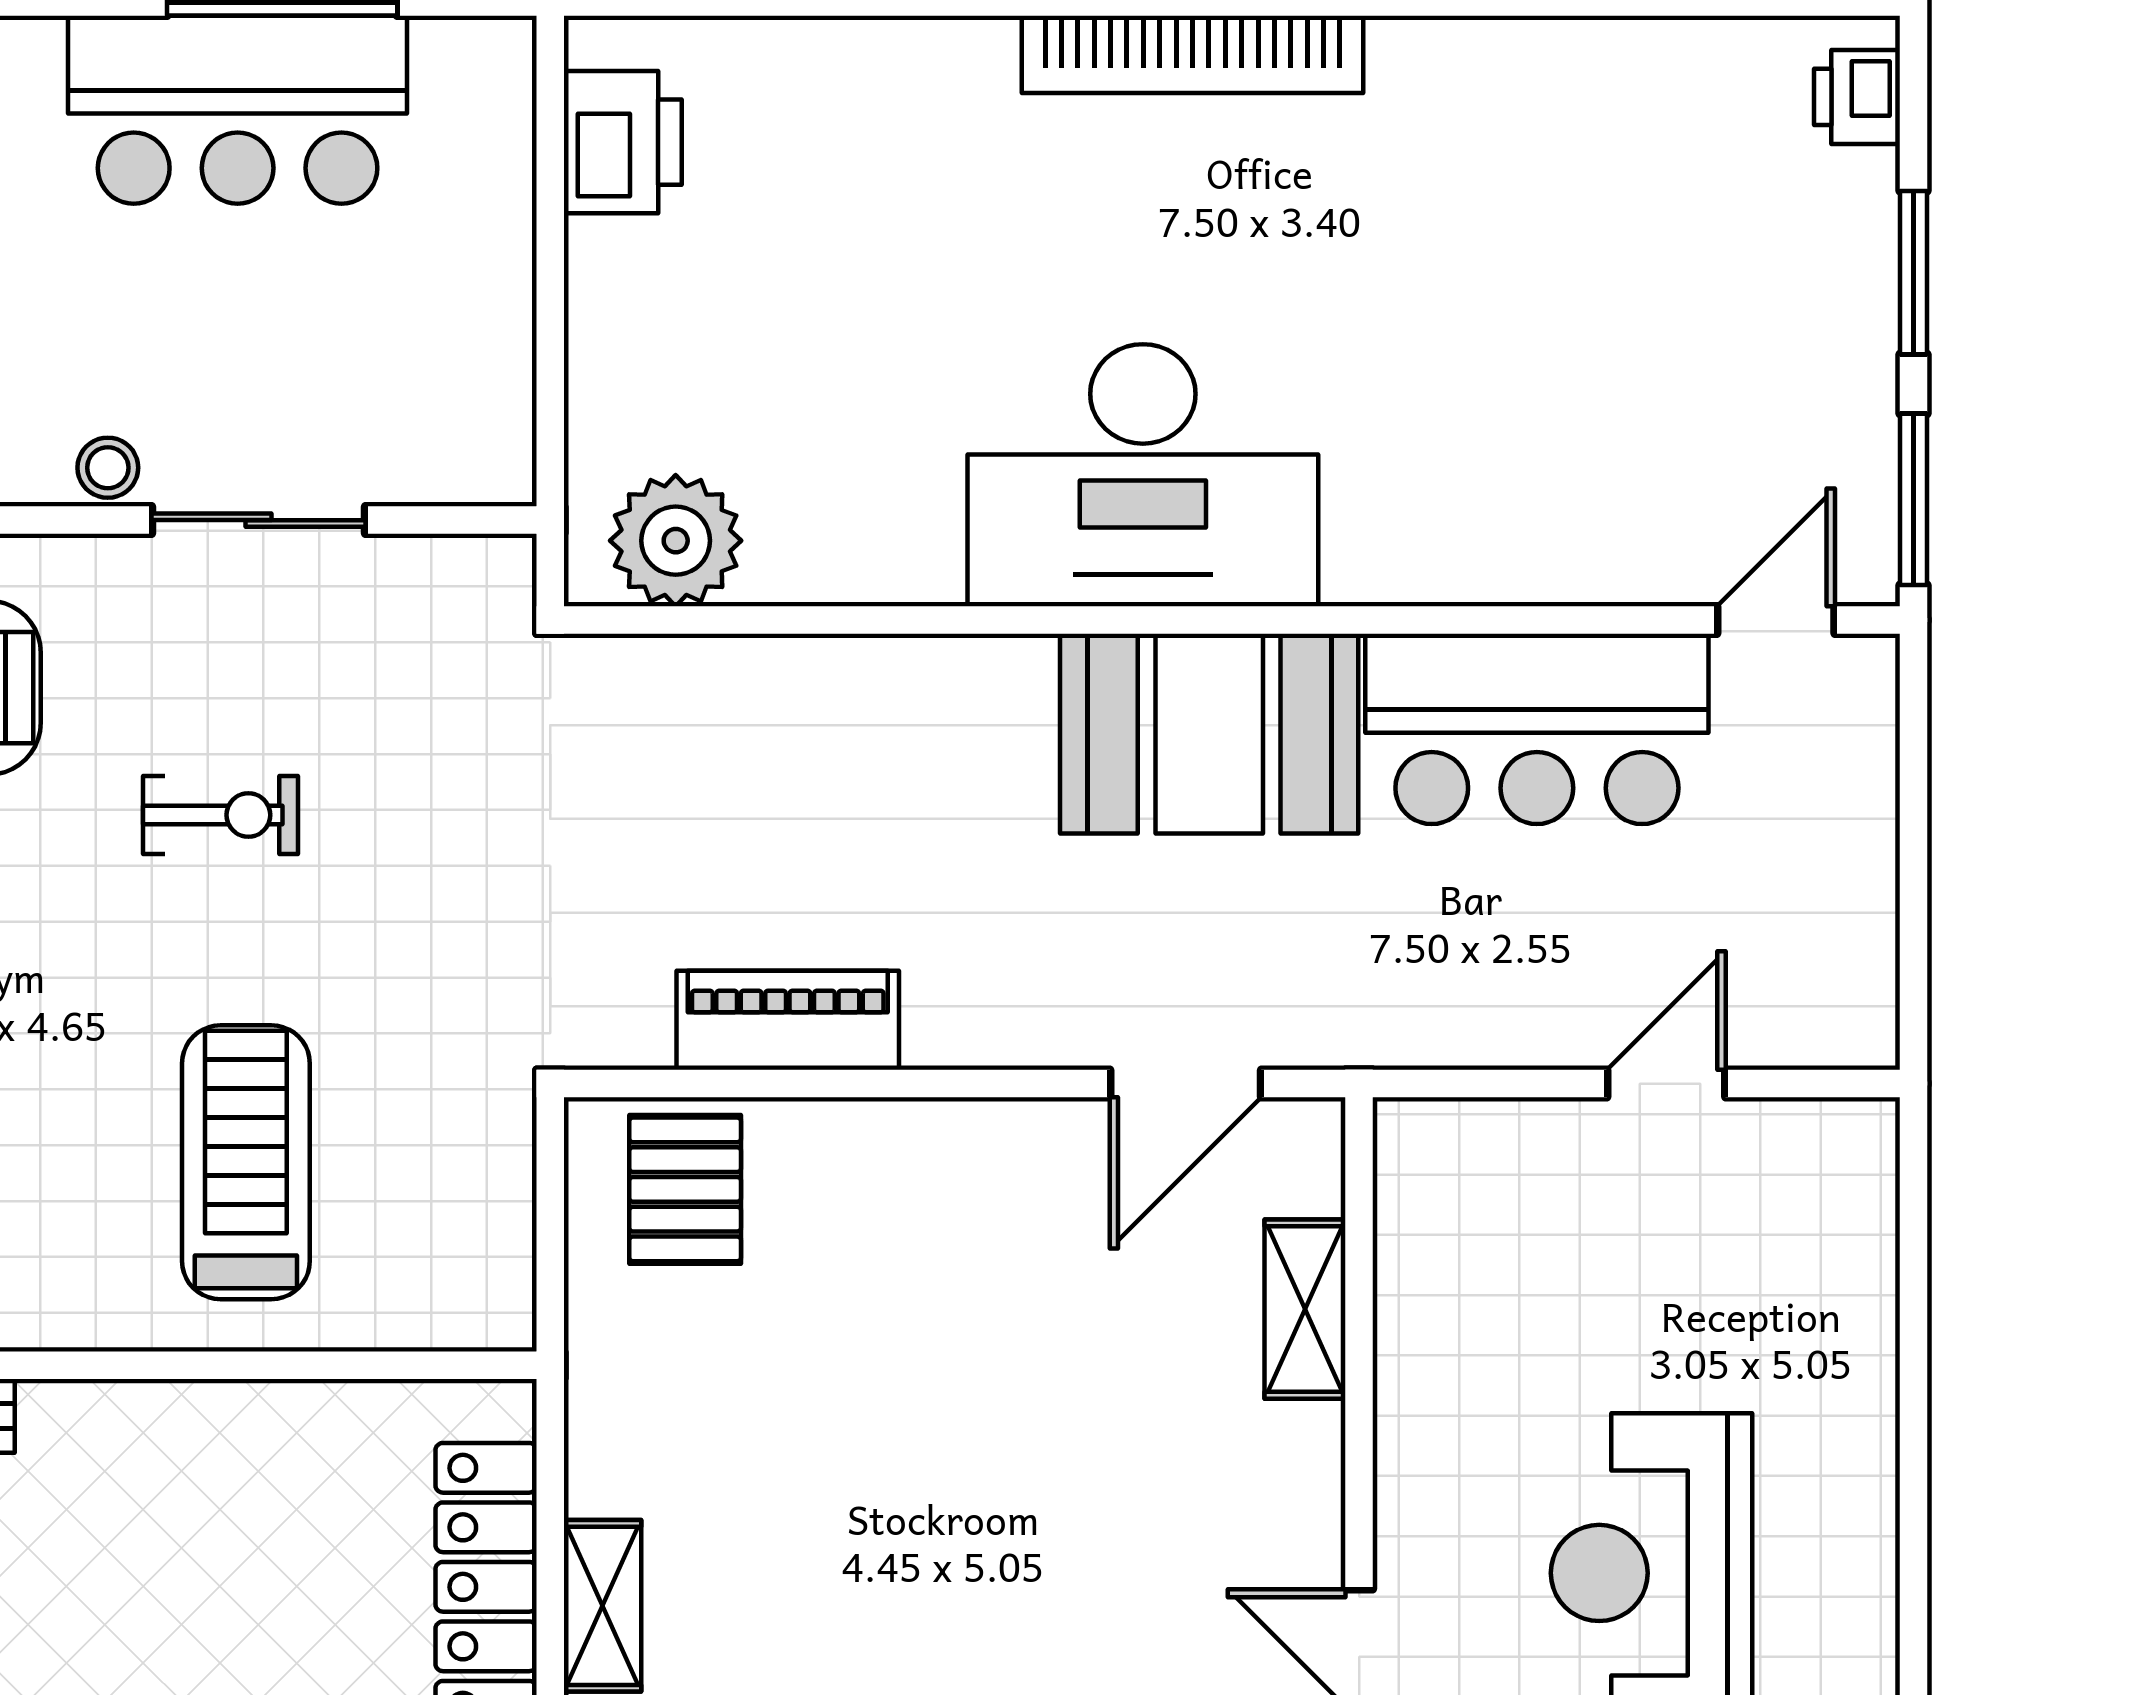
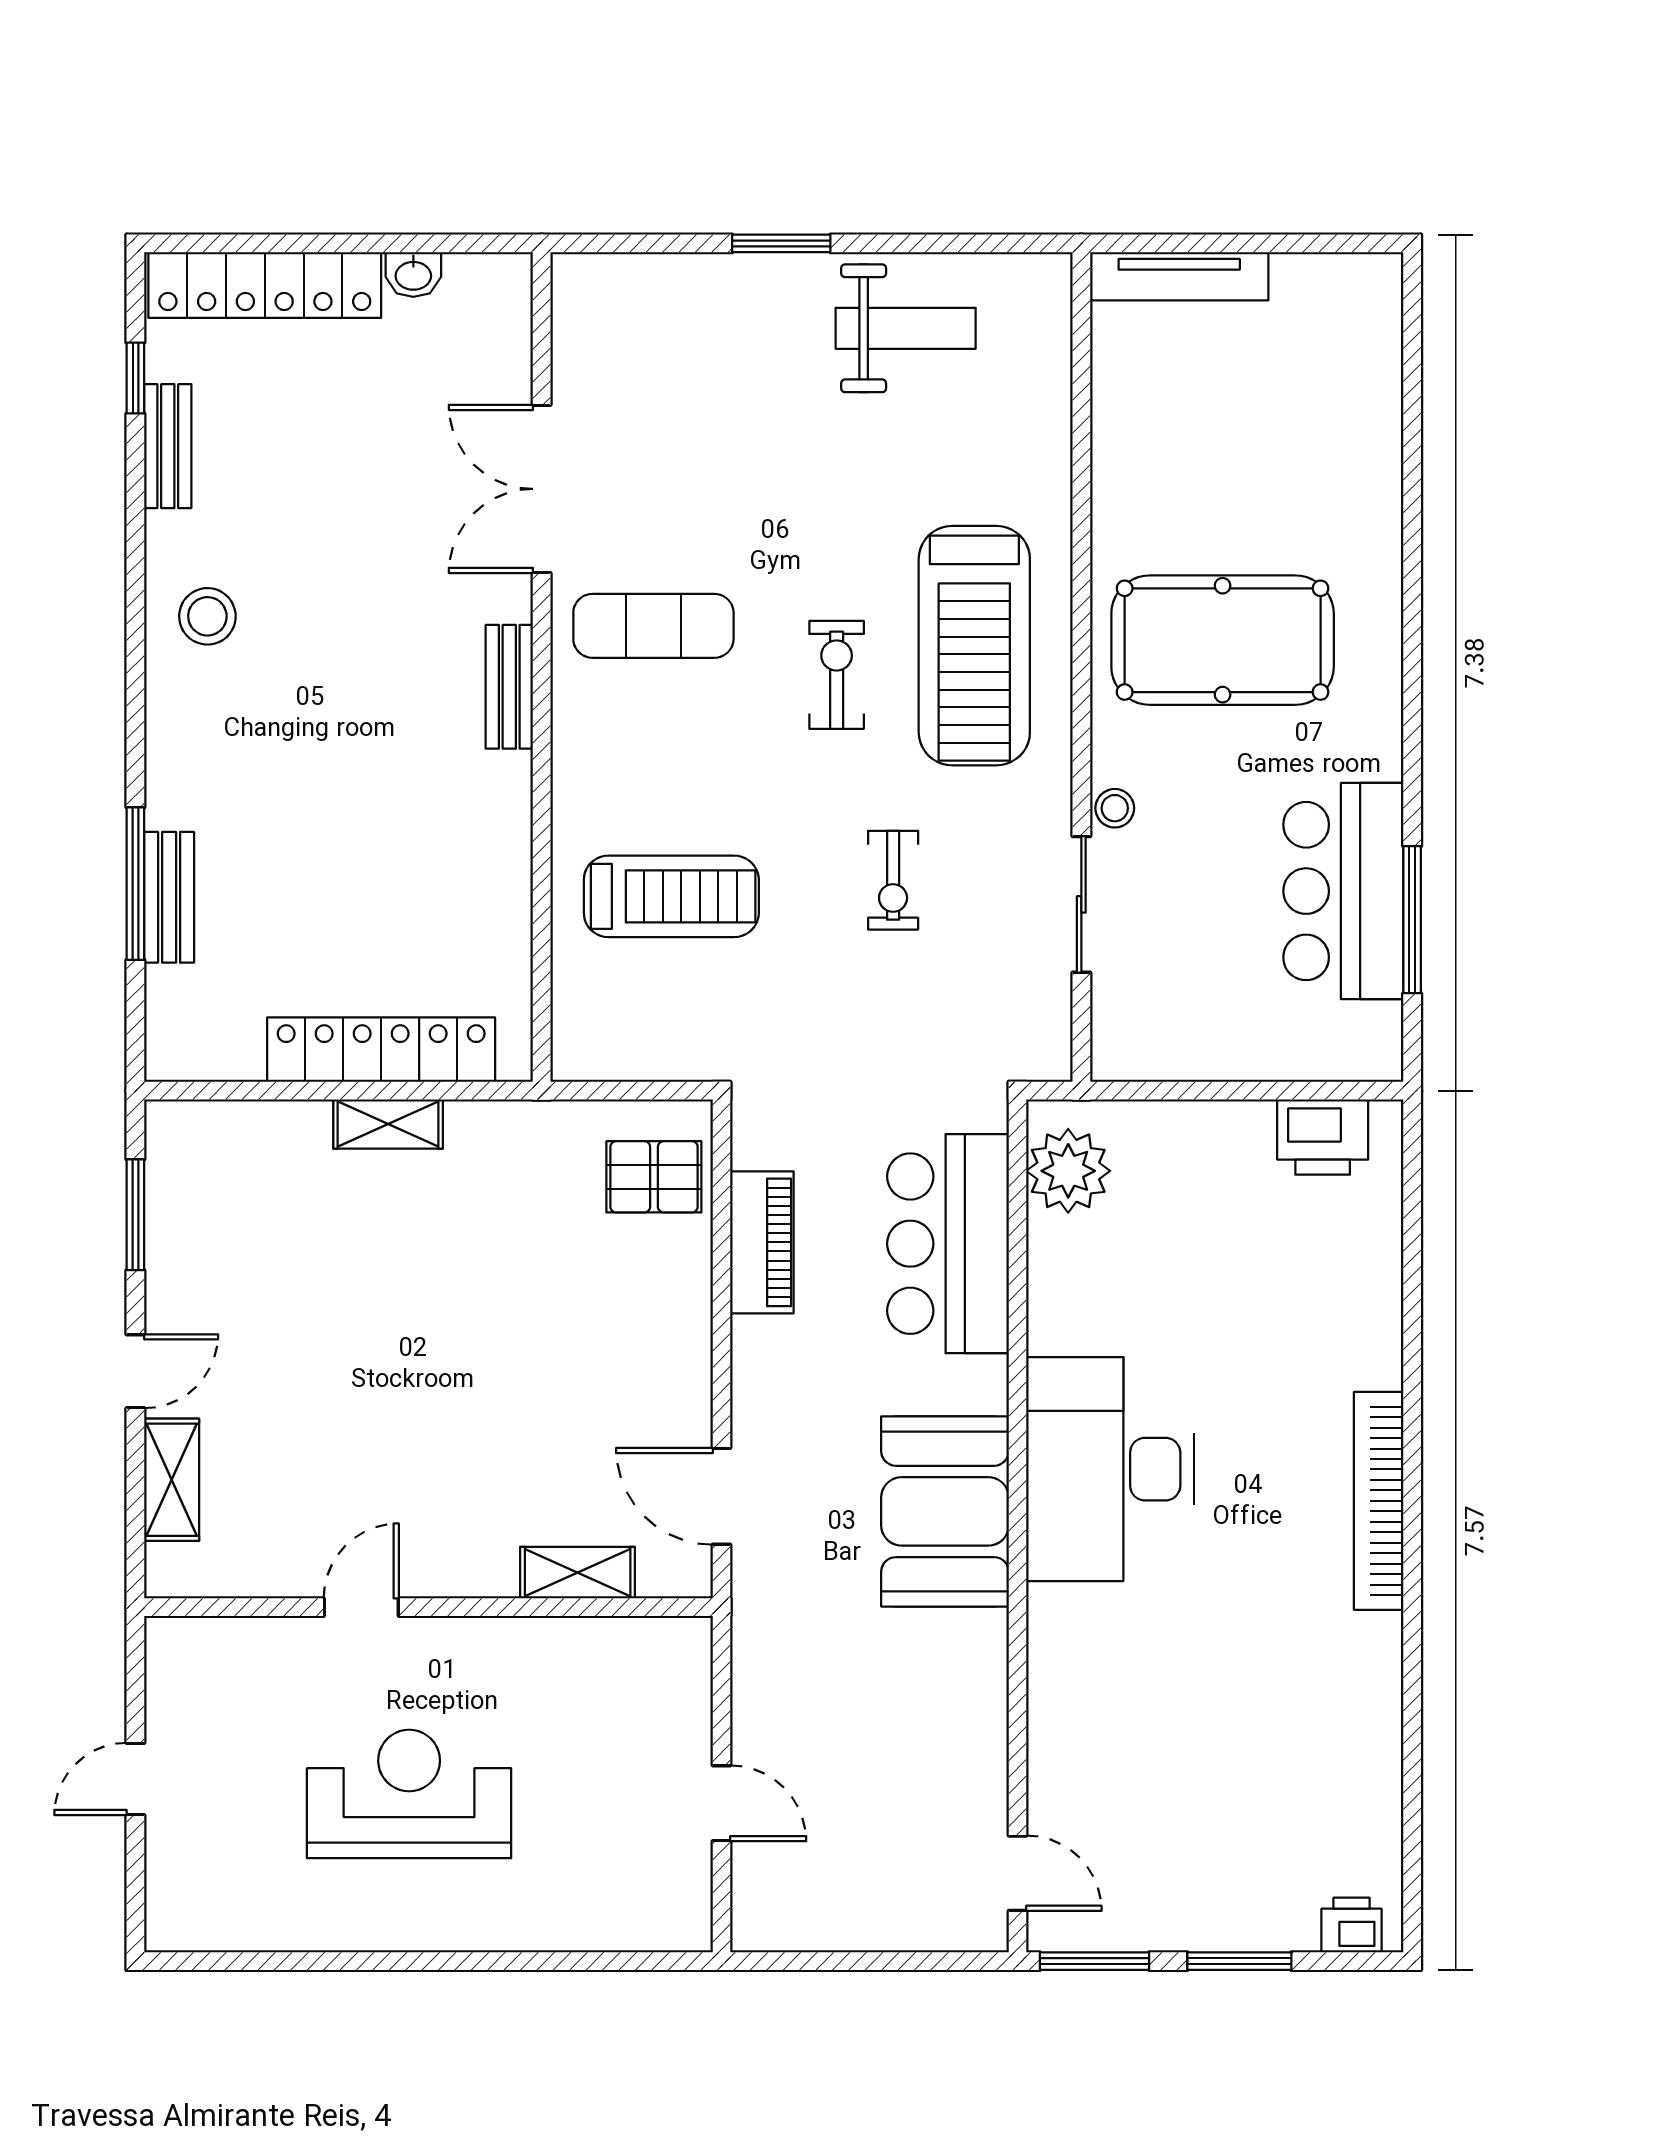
bar counter: (1537, 729) -> (948, 1244), moved

